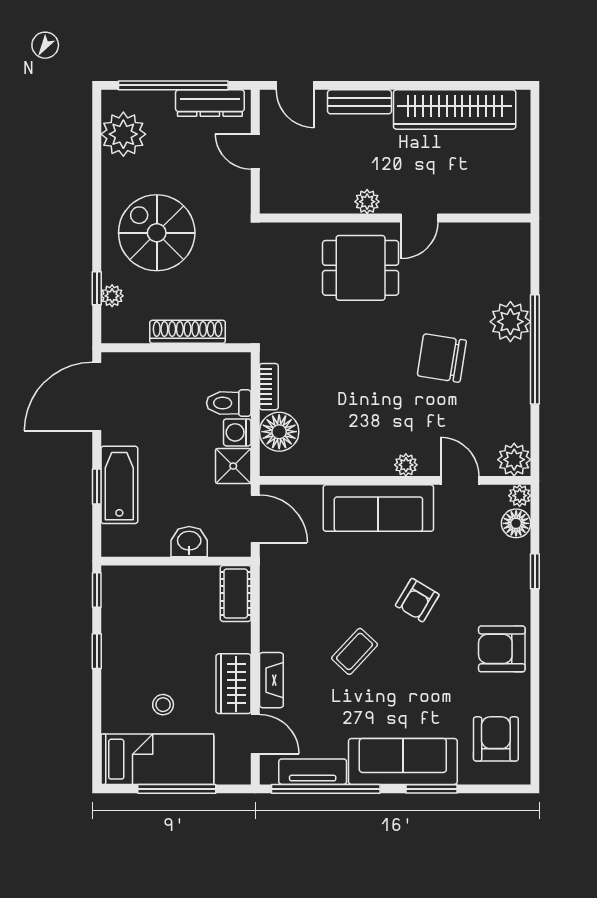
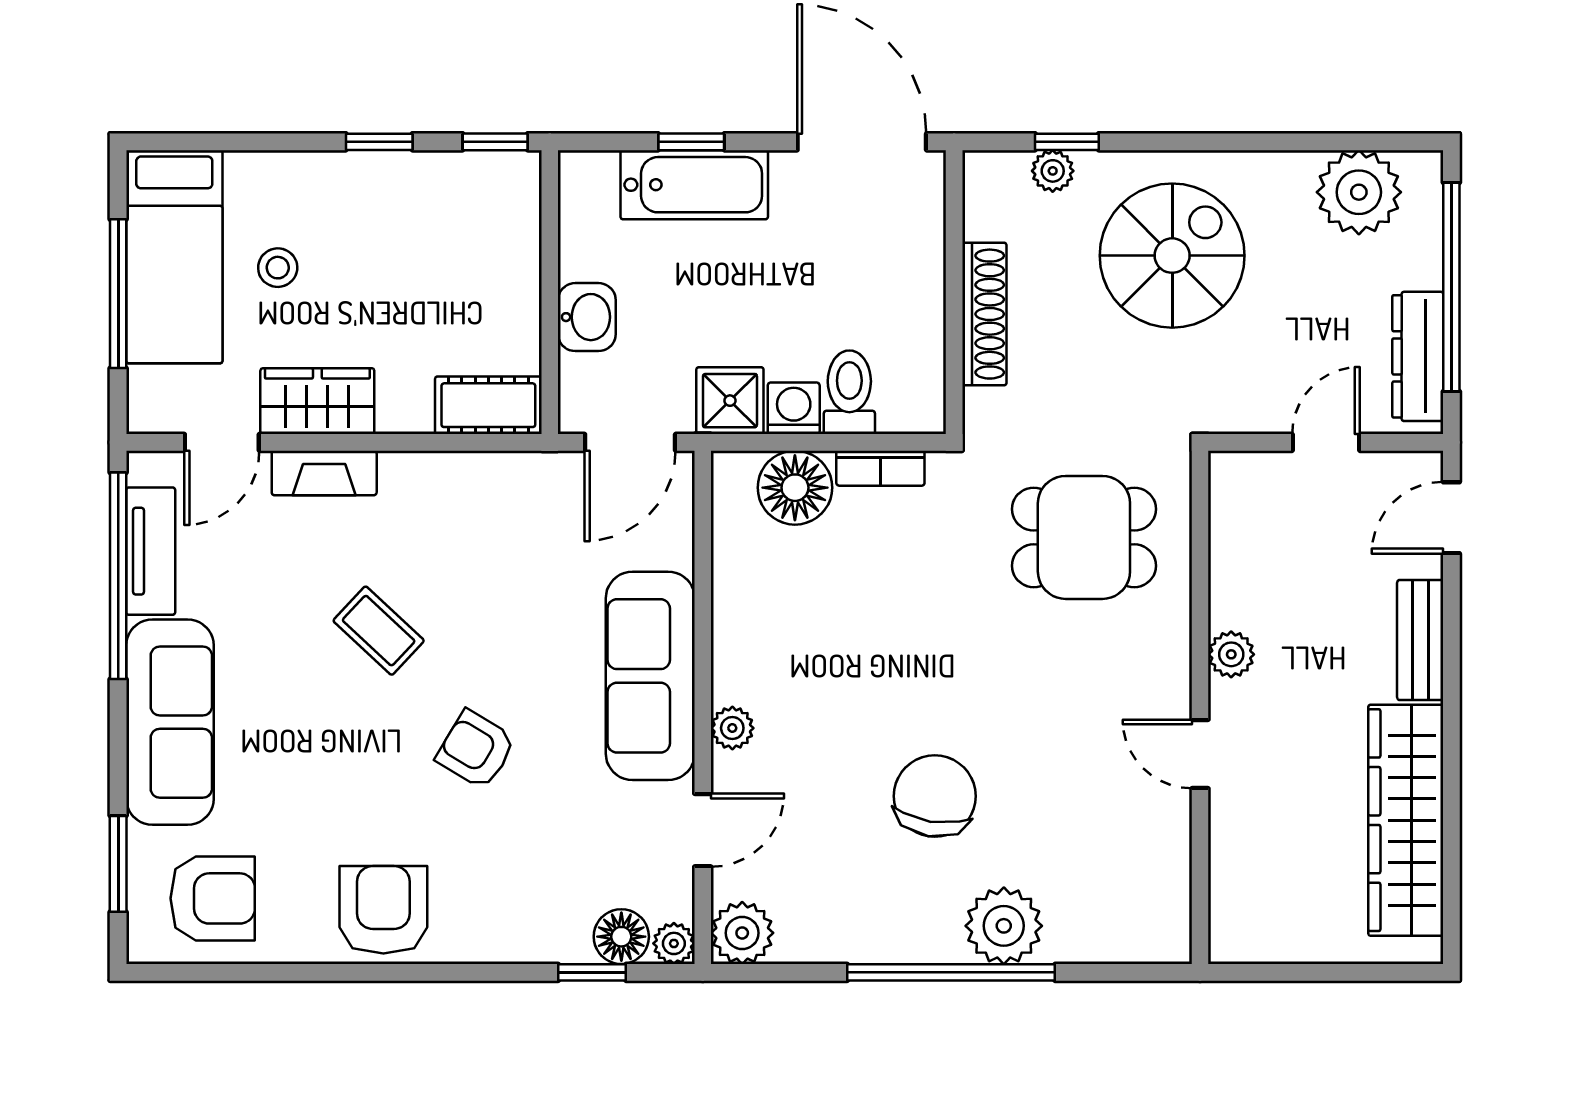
dining table: (361, 268) -> (1084, 537), moved, turned 90
window: (535, 571) -> (592, 972), moved
window: (431, 789) -> (118, 864), moved

